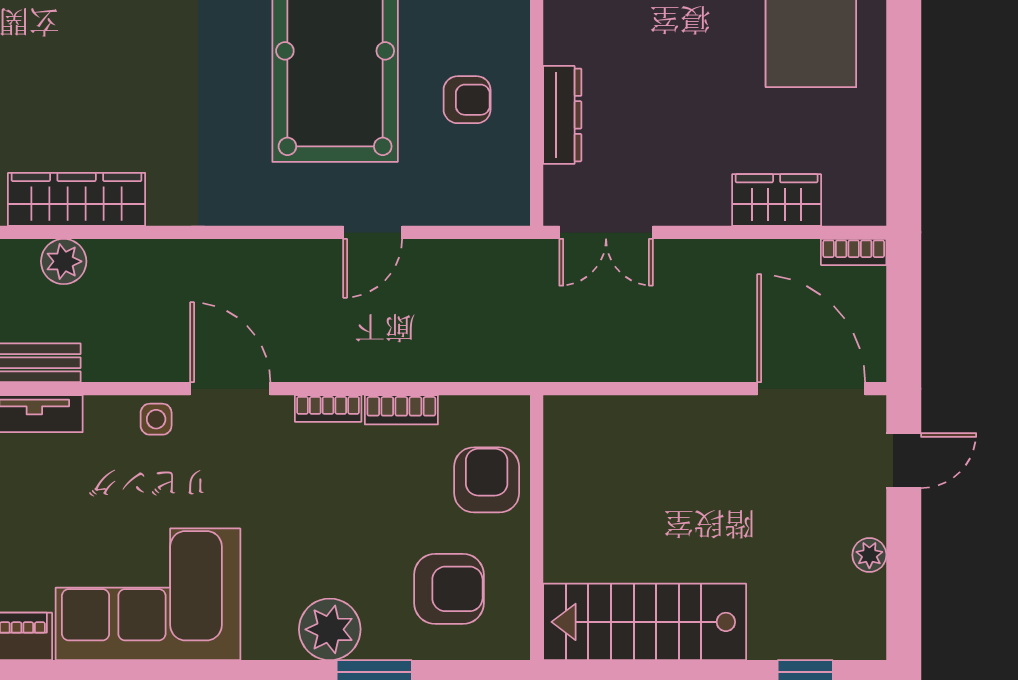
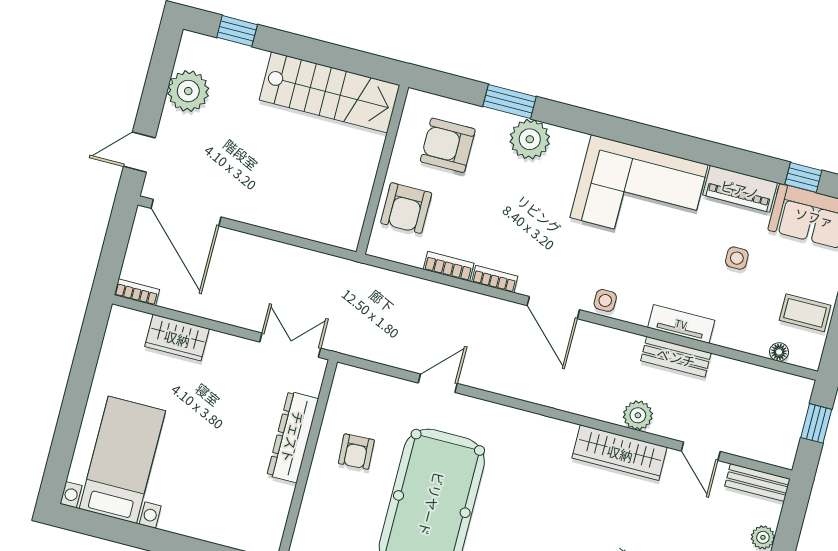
armchair: (467, 100) -> (356, 452), turned -93
dresser: (562, 115) -> (293, 437), width x1.37, depth x1.24
plant: (869, 555) -> (188, 91), width x1.88, depth x1.88

